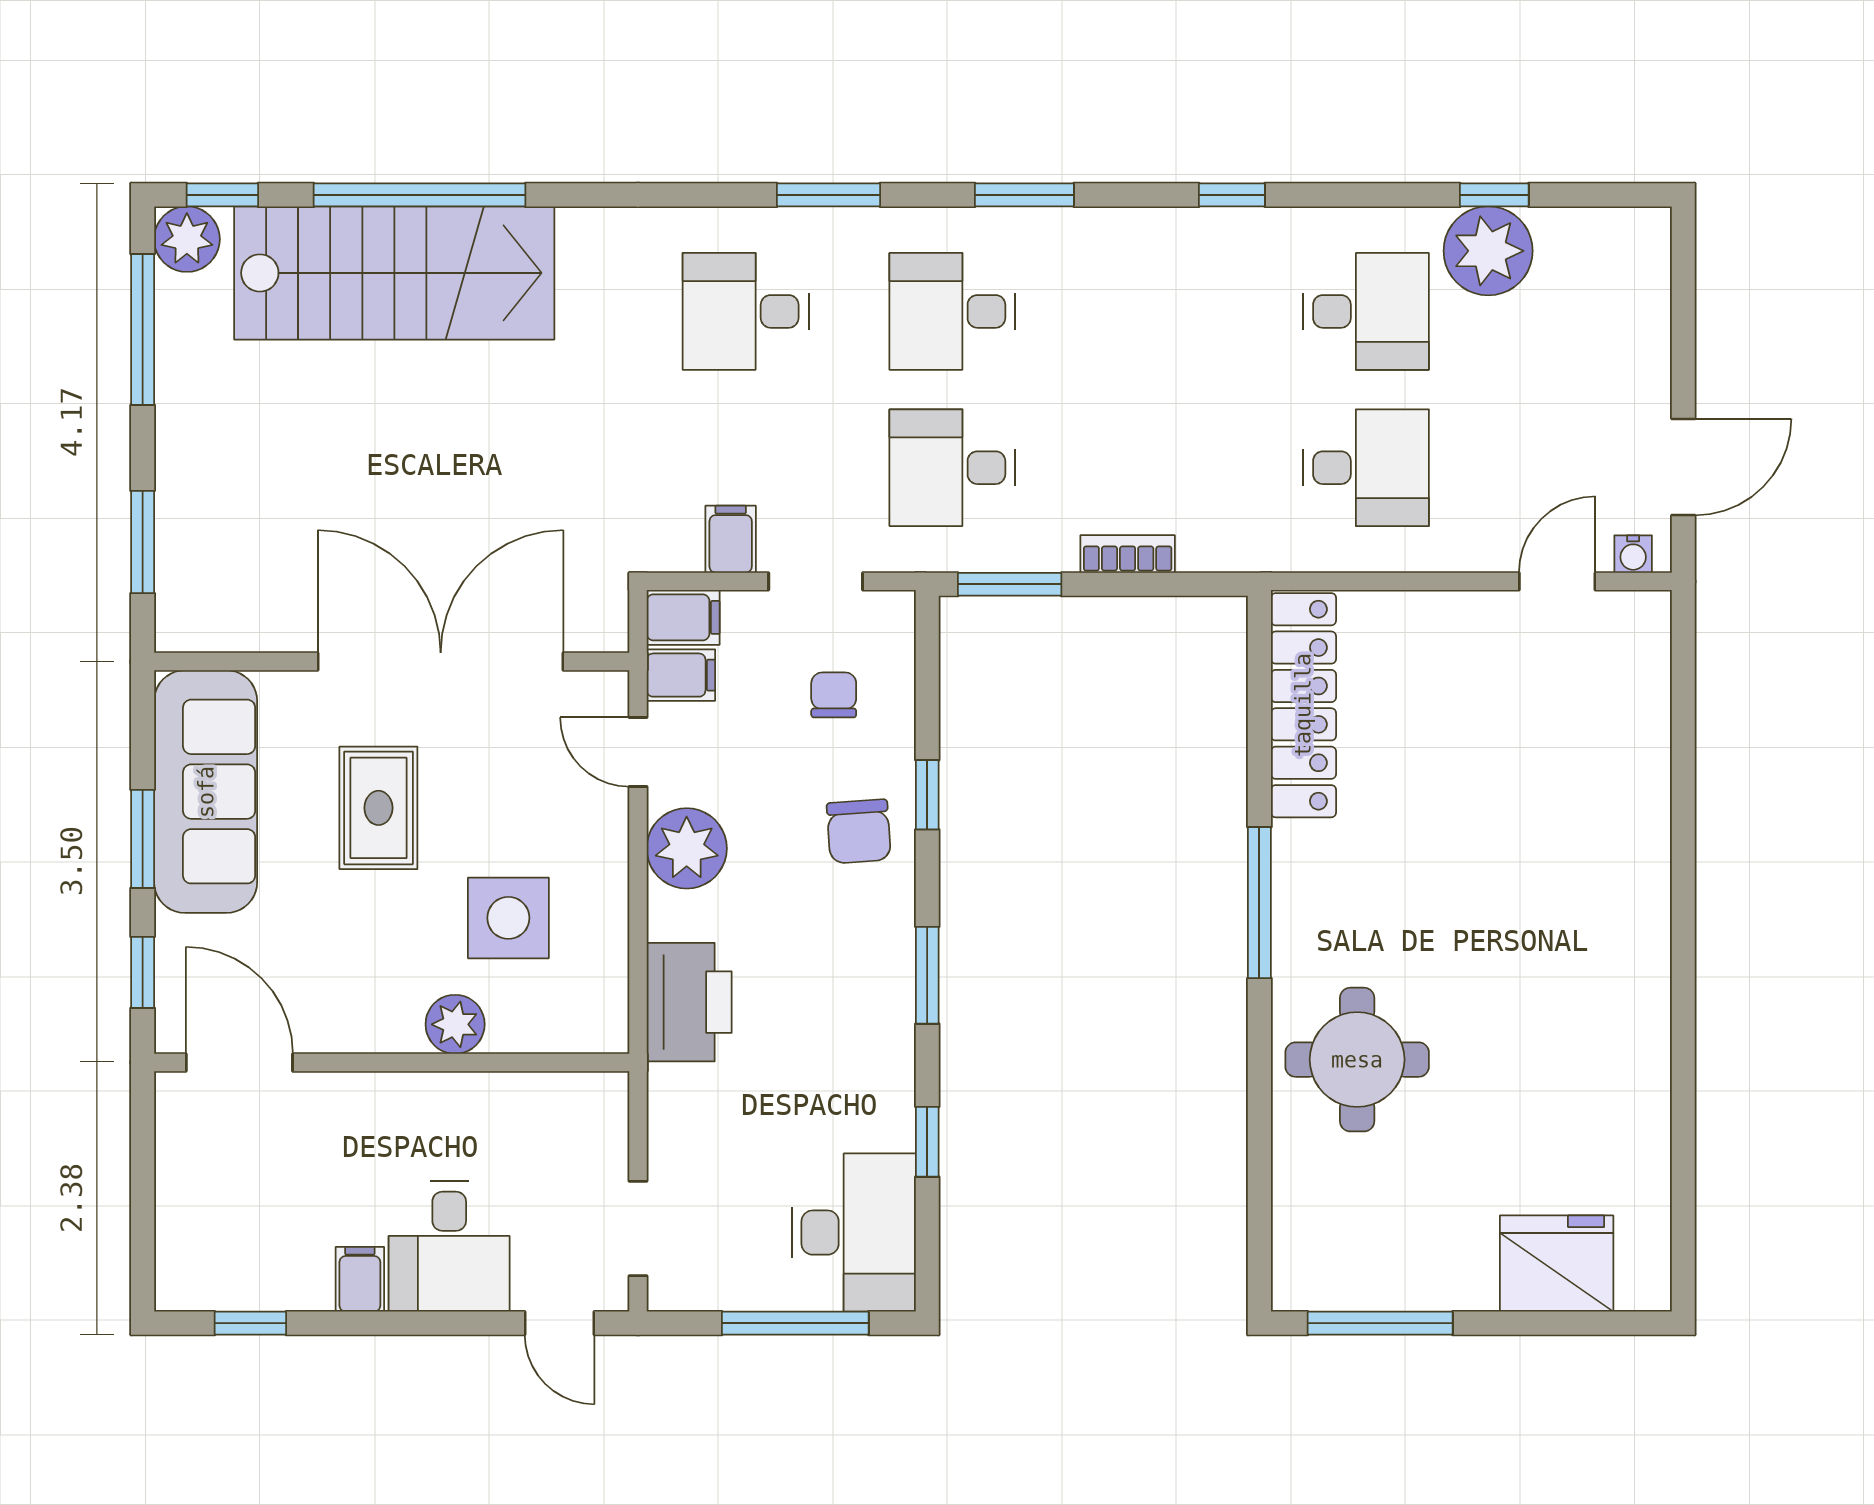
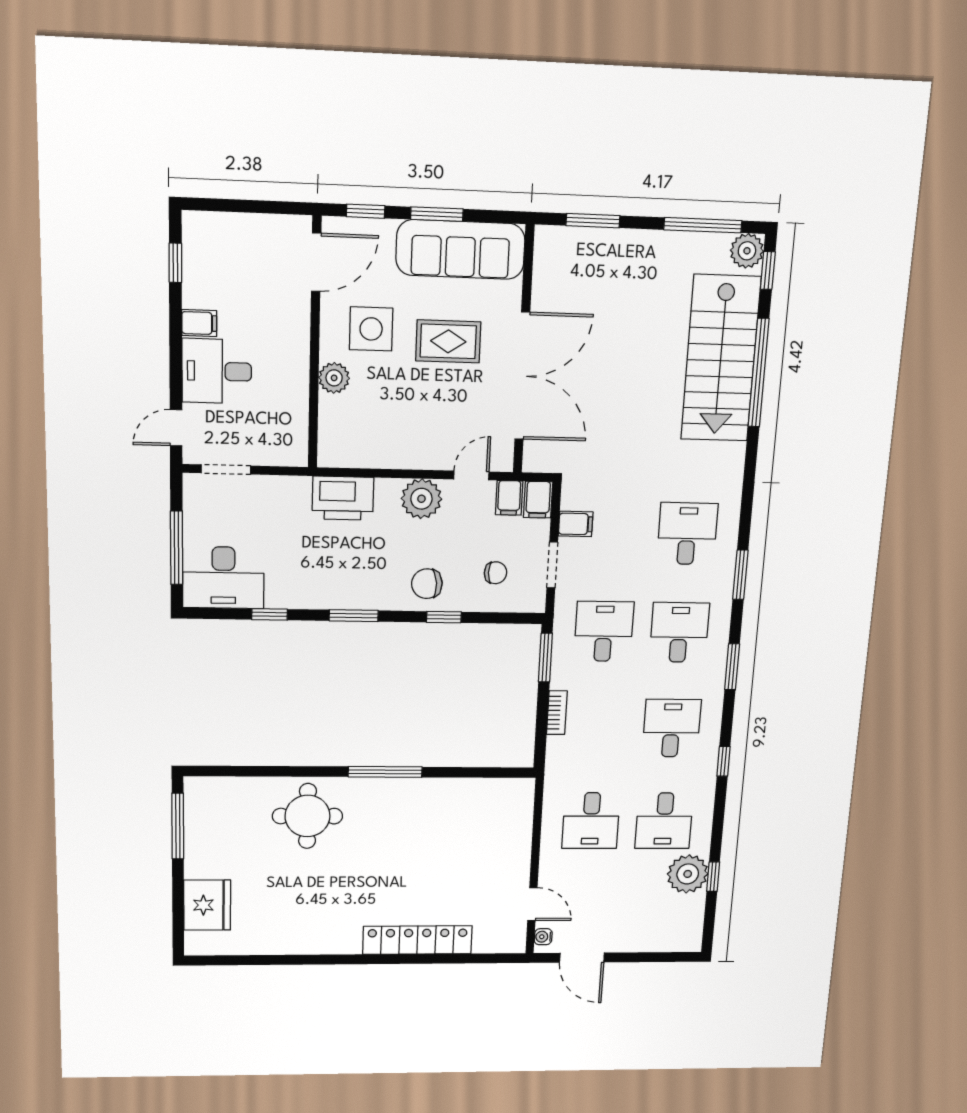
desk: (1159, 311) -> (672, 728), added
locker: (1303, 705) -> (417, 940), moved, turned 180
side table: (508, 918) -> (371, 329), moved

